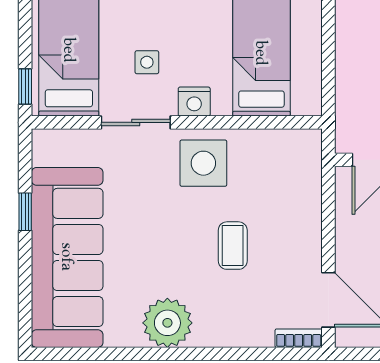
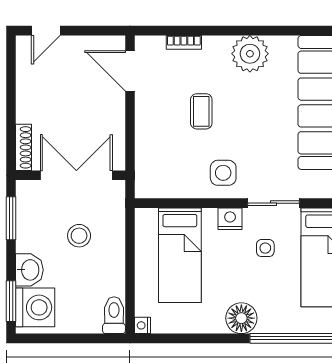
side table: (203, 163) -> (223, 173), width x0.73, depth x0.73
bookcase: (299, 338) -> (184, 42), moved

